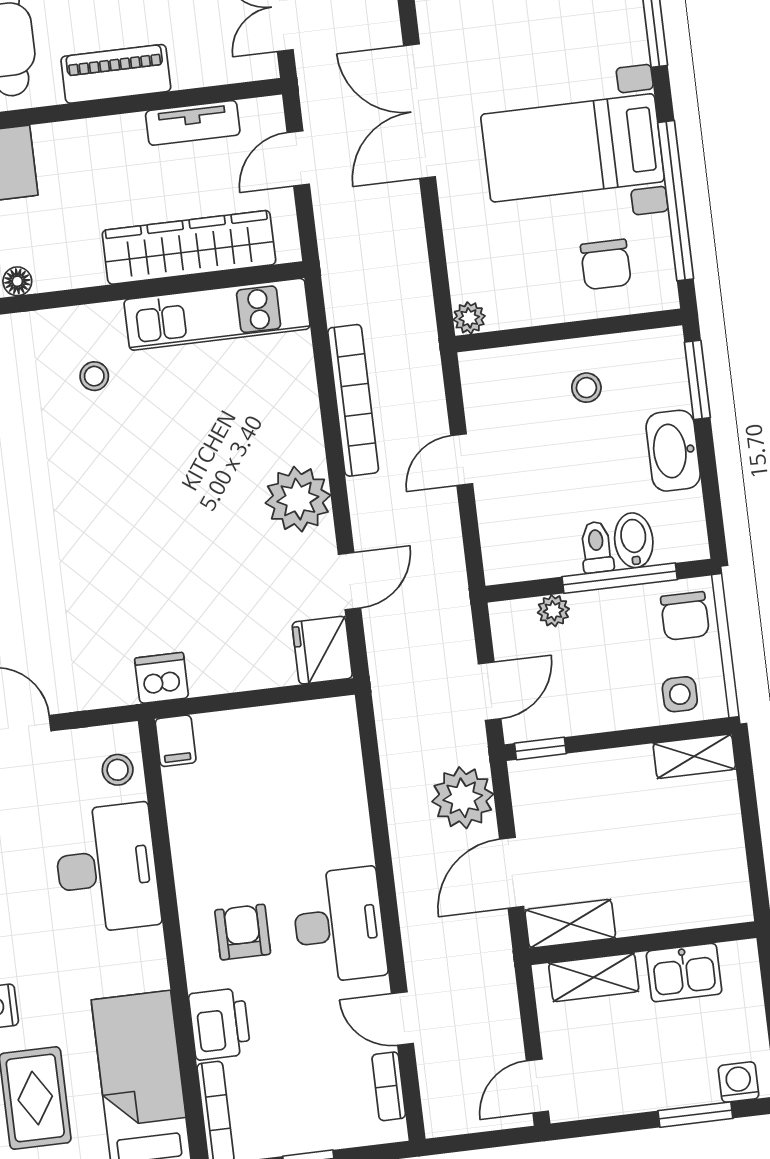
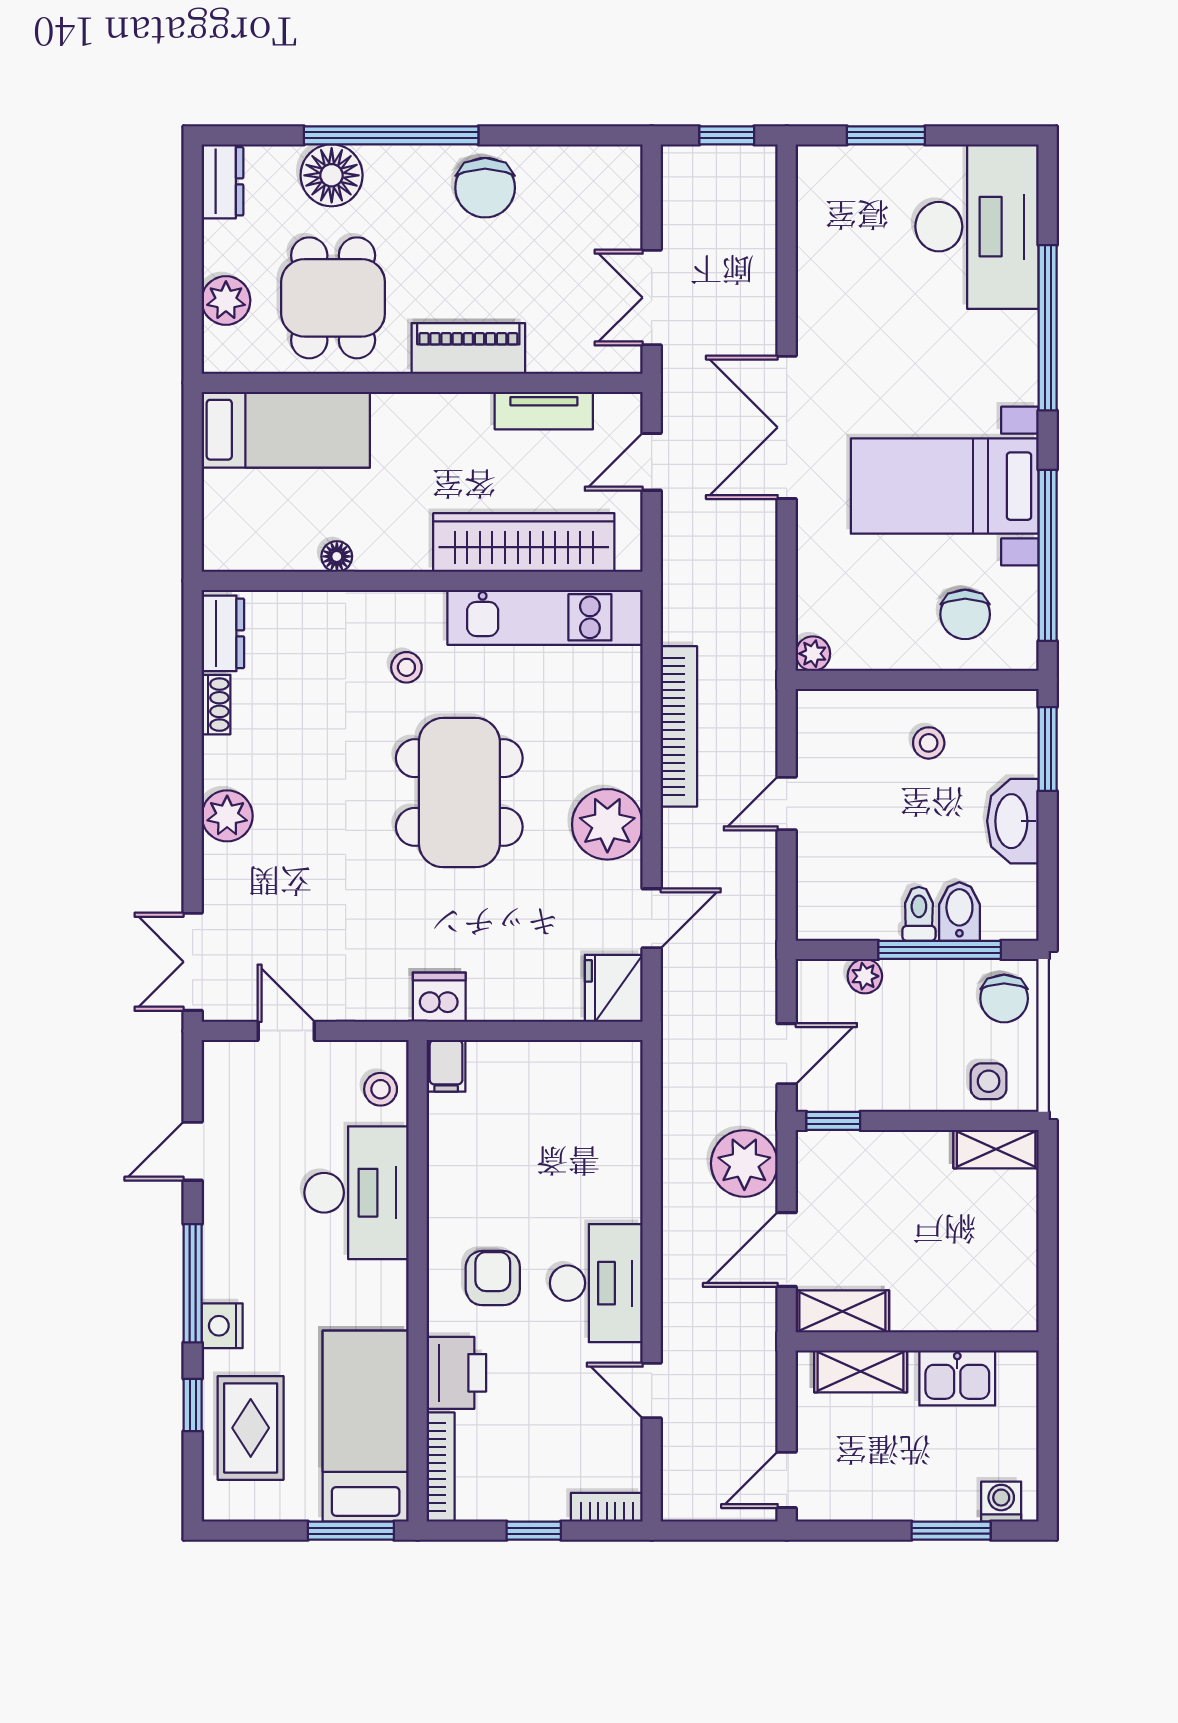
dining table: (157, 486) -> (459, 793), added
bookcase: (389, 1086) -> (607, 1507), moved, turned 90

